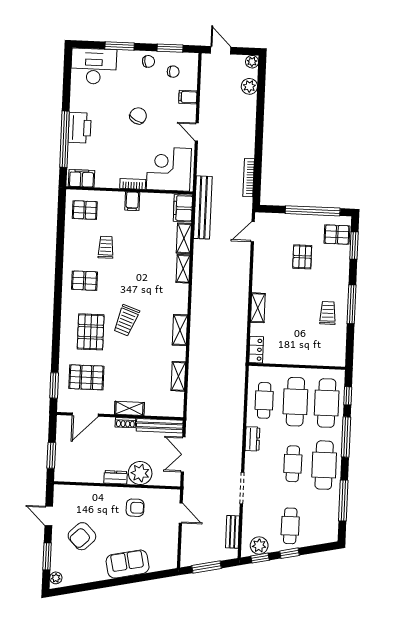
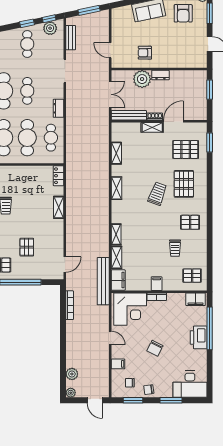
door: (85, 415) -> (173, 121), moved
armchair: (82, 536) -> (183, 13), moved, turned 134

